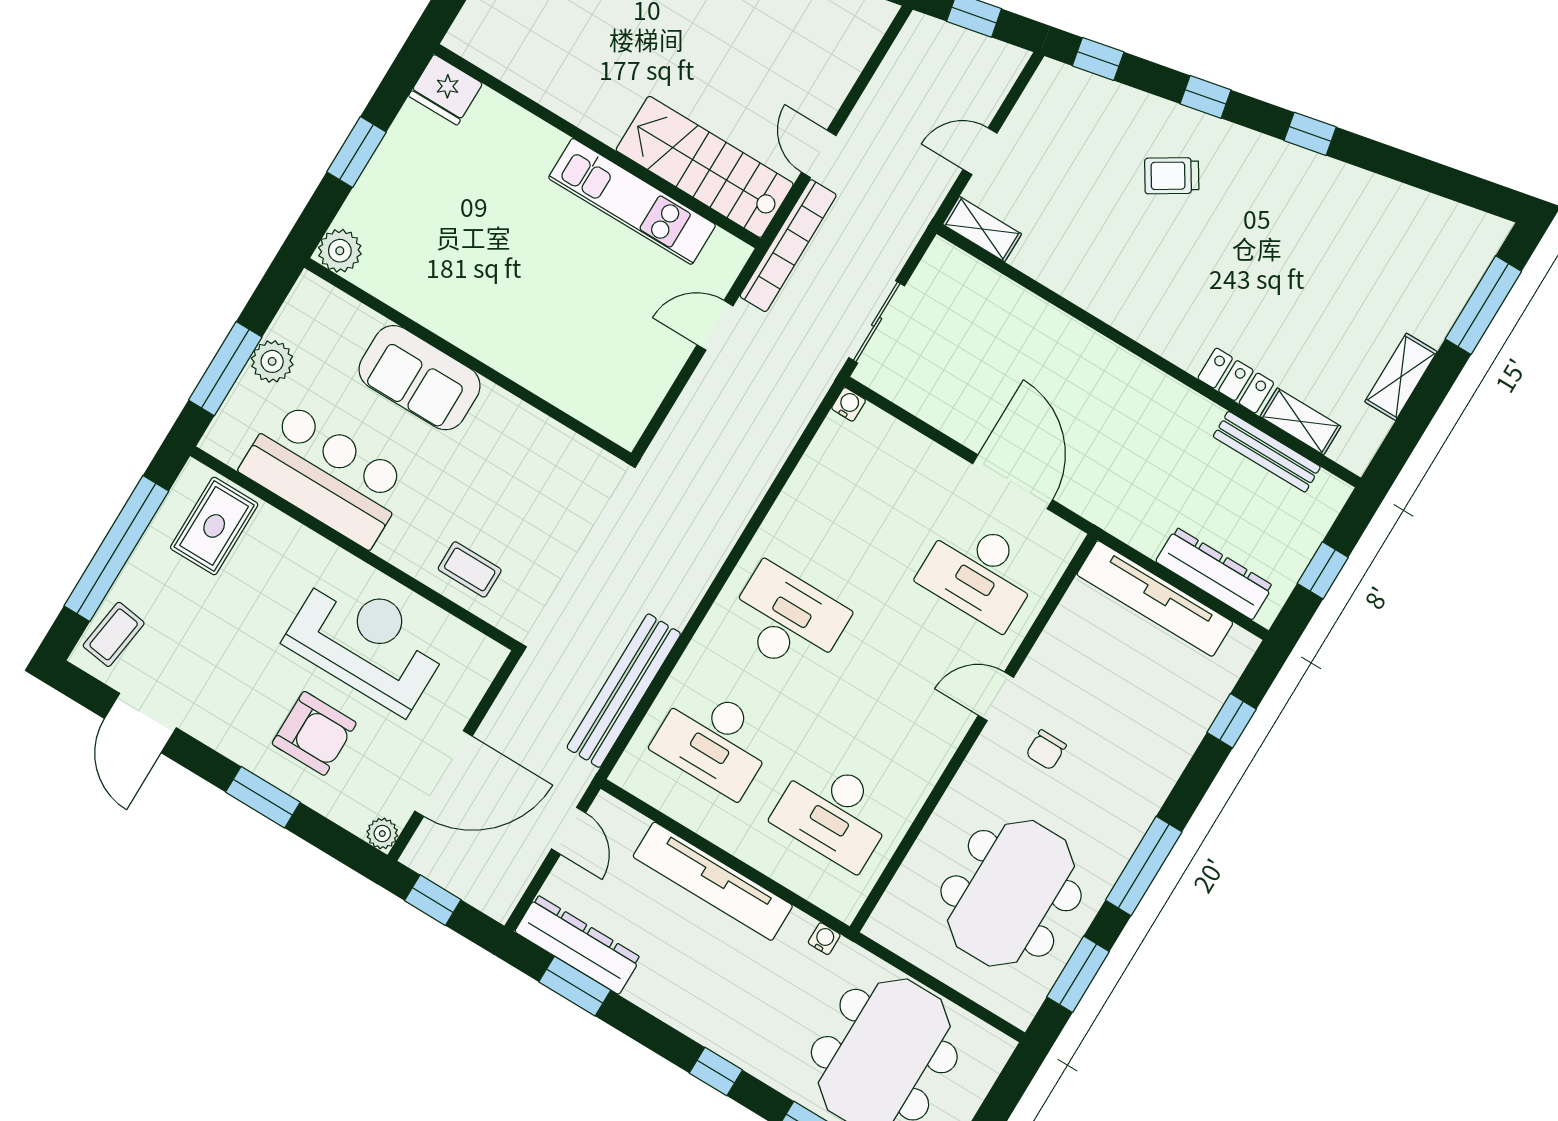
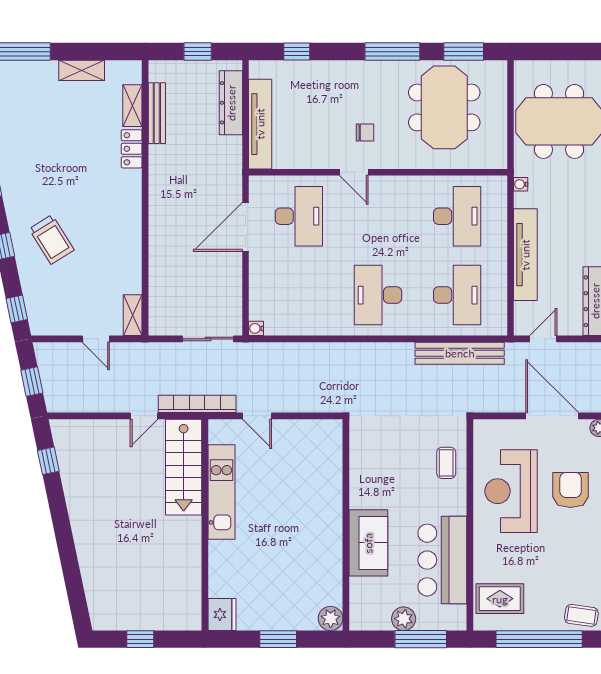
trolley: (1172, 176) -> (52, 239), width x1.36, depth x1.39
meeting table: (1011, 893) -> (444, 107), turned 90

